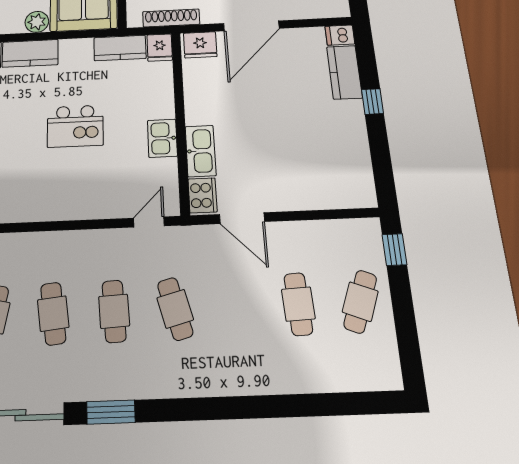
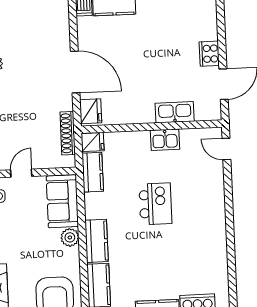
cooker: (203, 195) -> (209, 54), moved, turned -90

